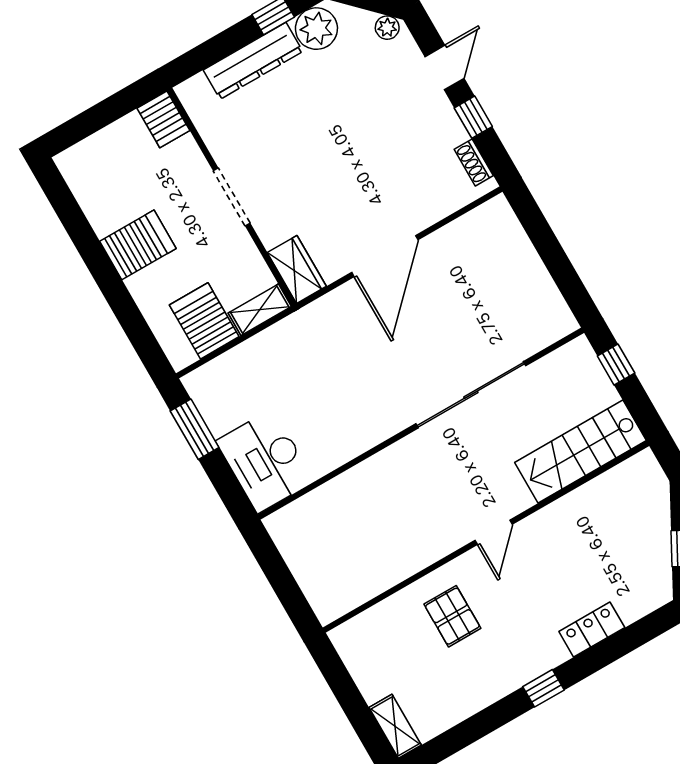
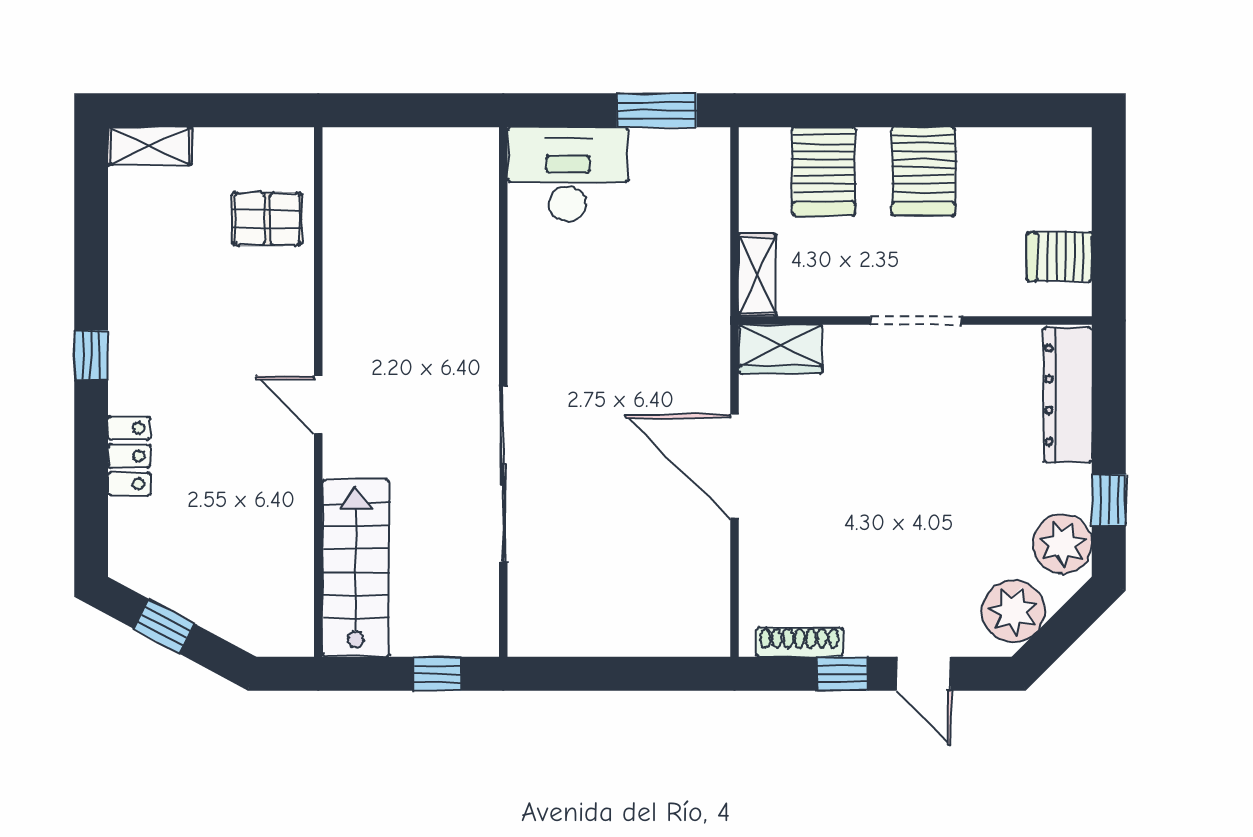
plant: (387, 28) -> (1013, 611), width x1.88, depth x1.88
dresser: (253, 61) -> (1068, 395), moved
server rack: (163, 119) -> (1059, 256), moved
shoe rack: (474, 162) -> (799, 642), width x1.43
server rack: (204, 321) -> (824, 171), moved, turned 90
pallet: (452, 616) -> (267, 219), moved

